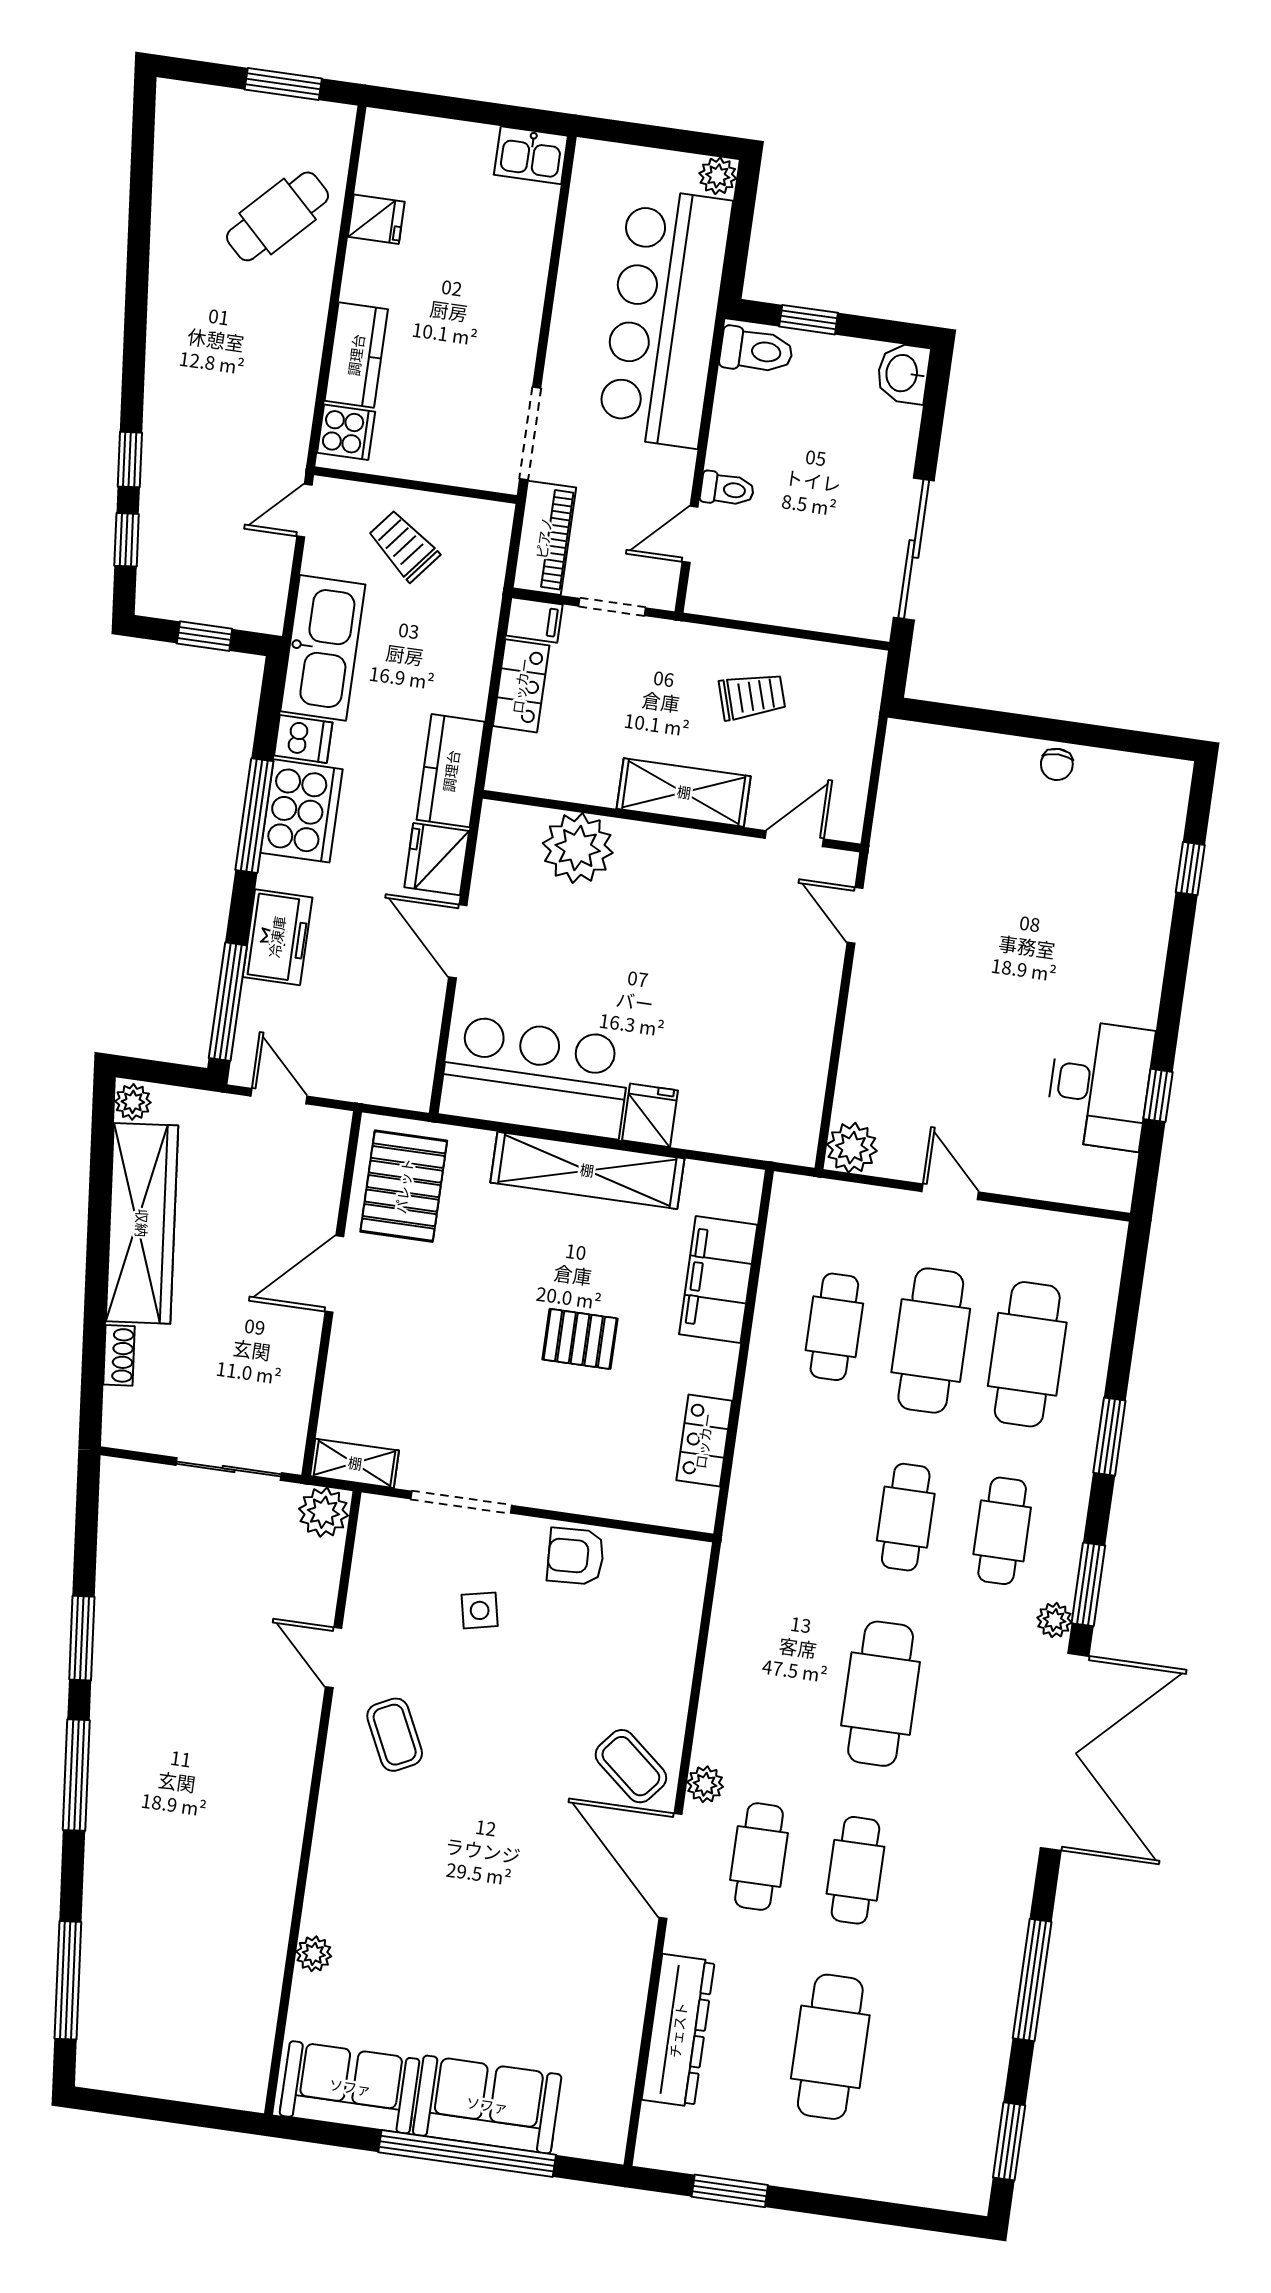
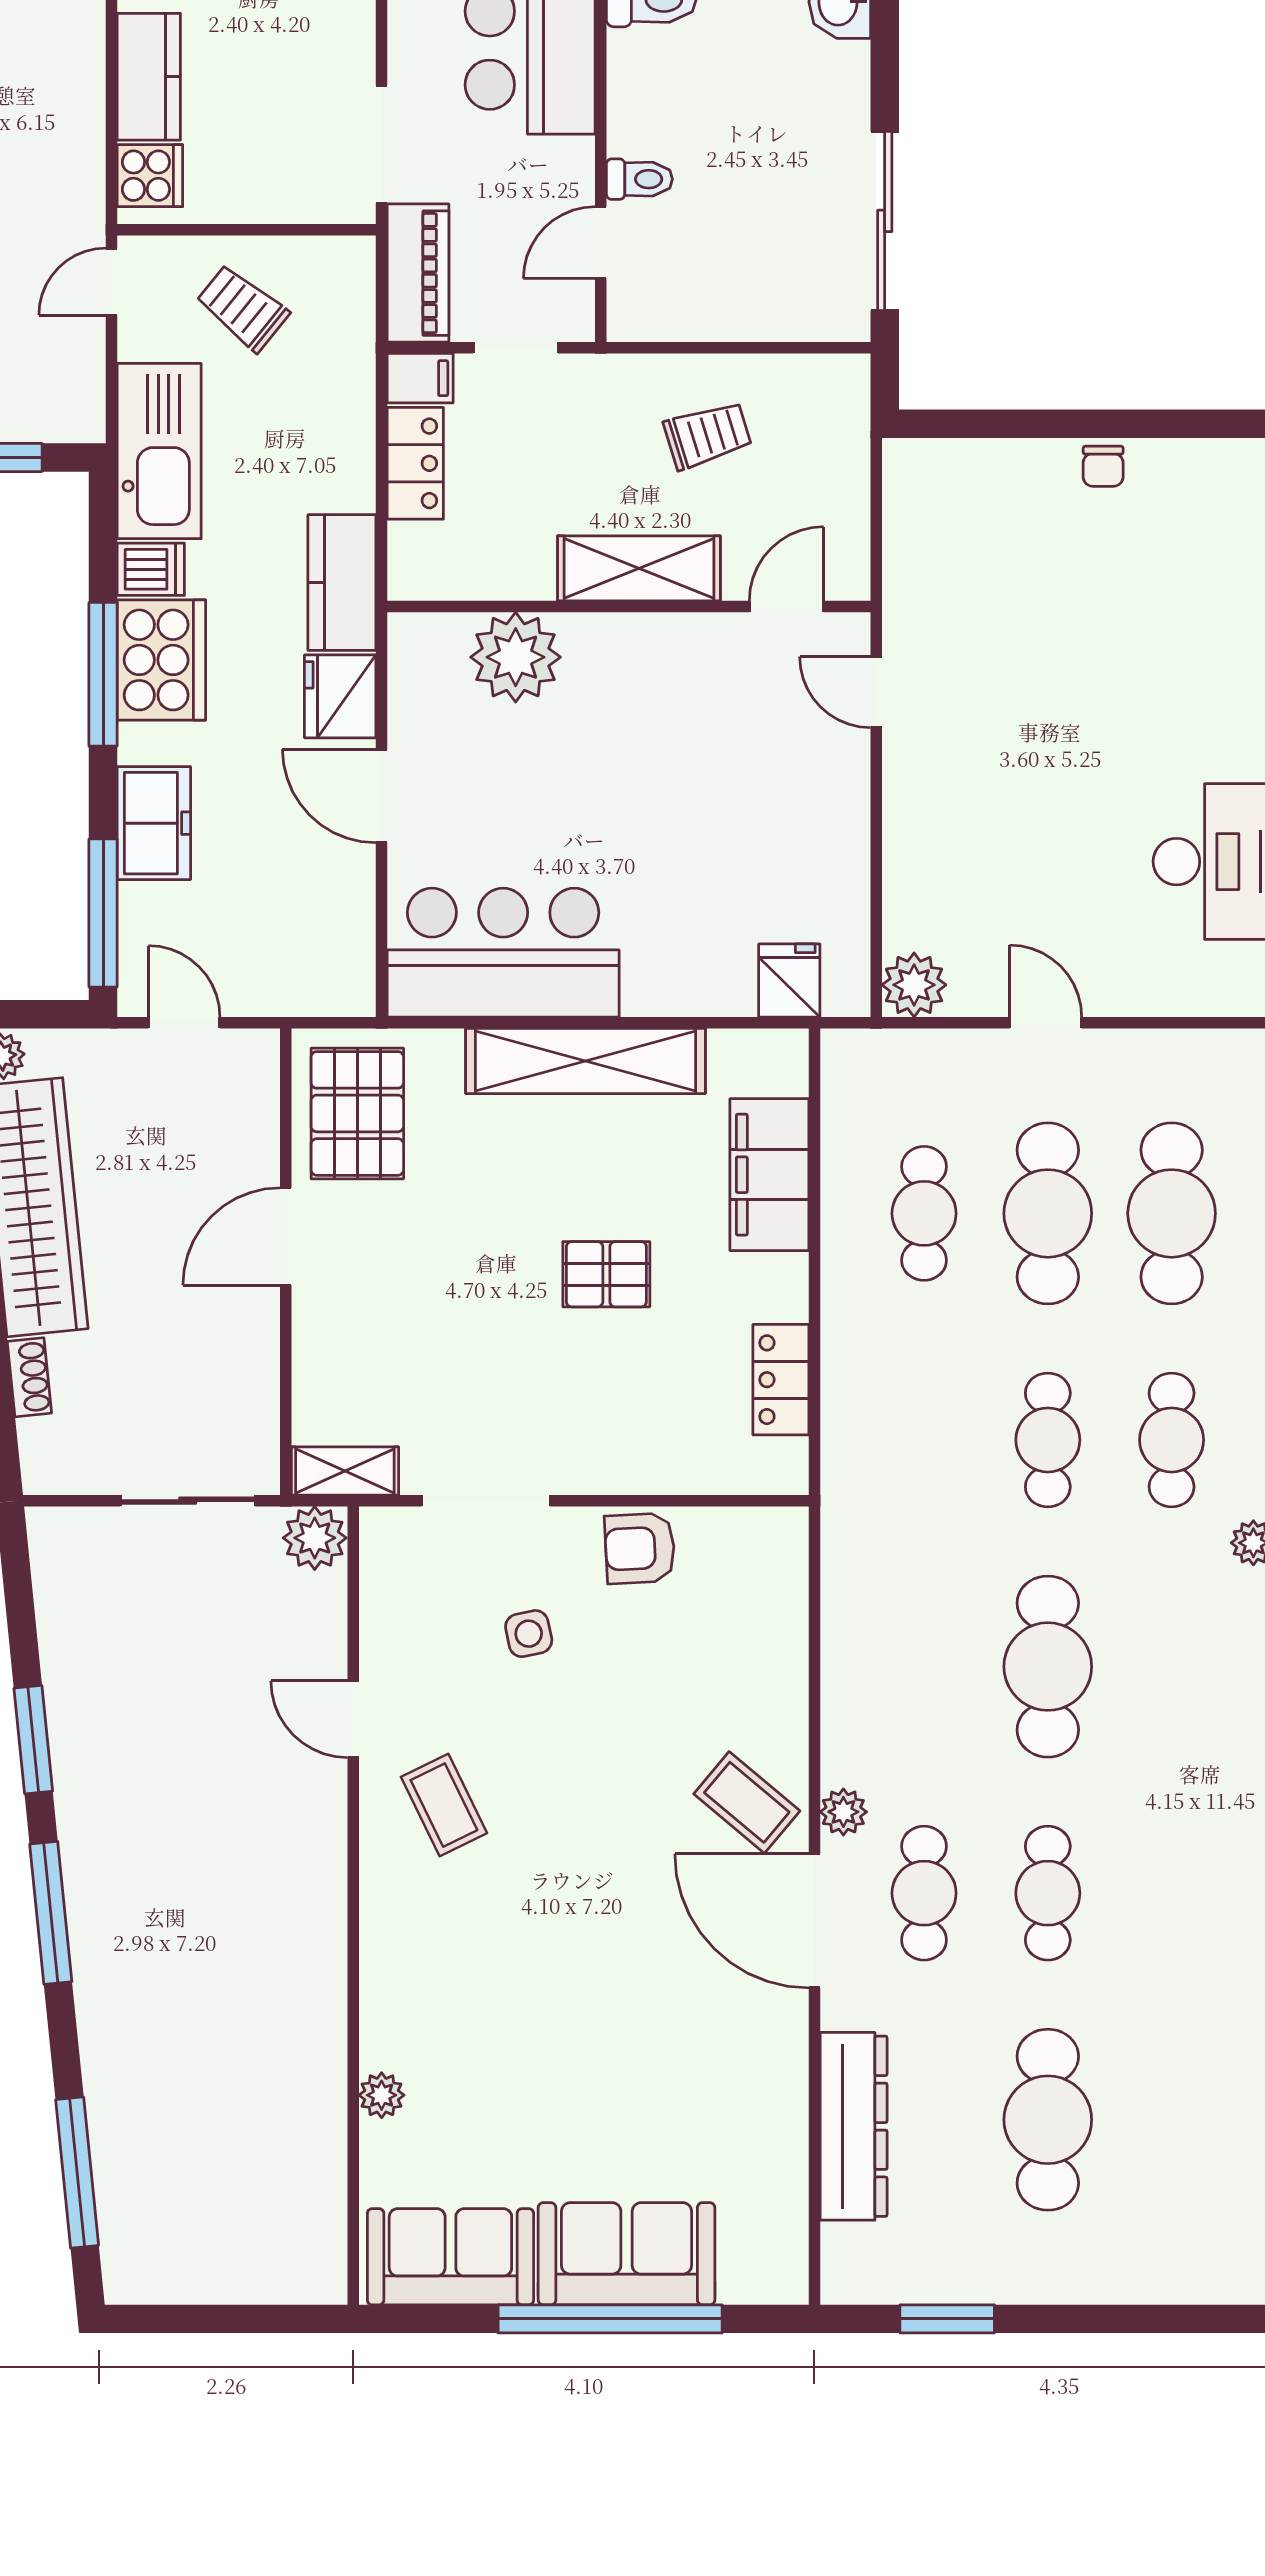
fridge: (650, 1115) -> (789, 980), moved

